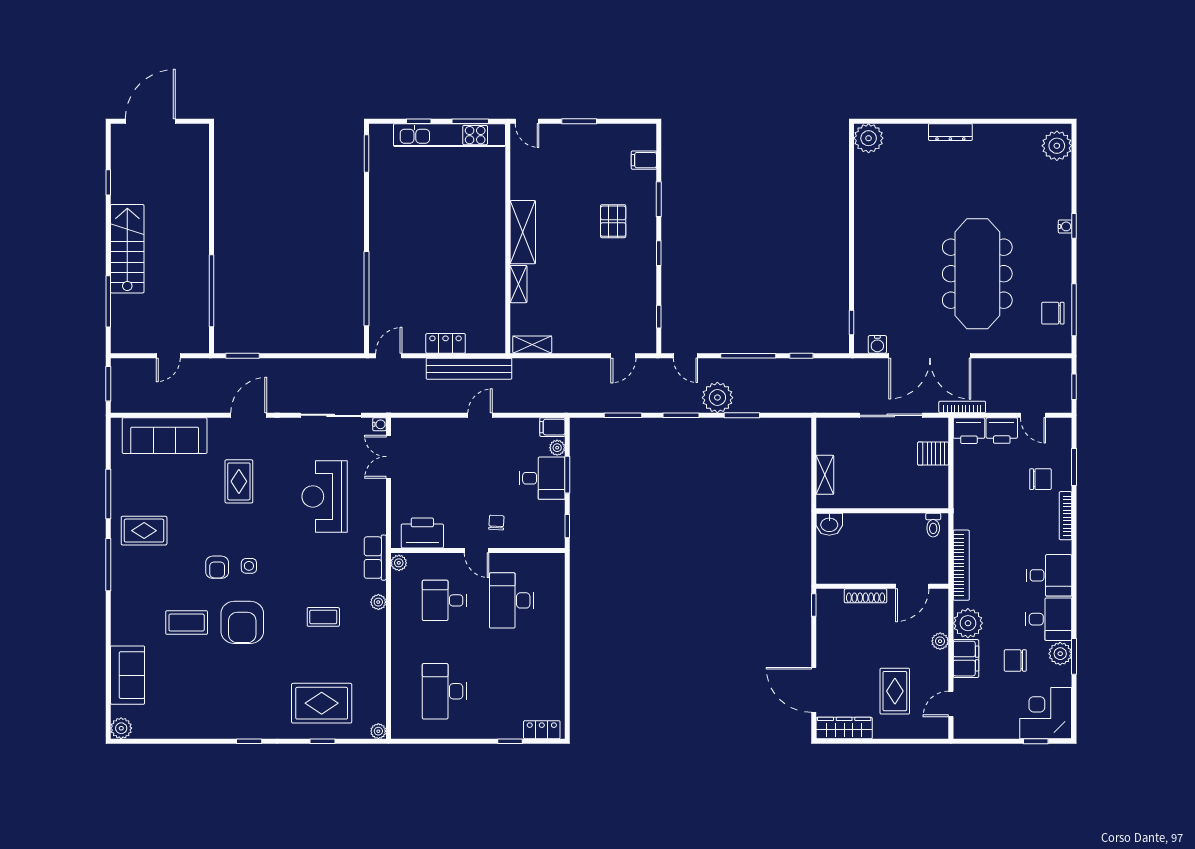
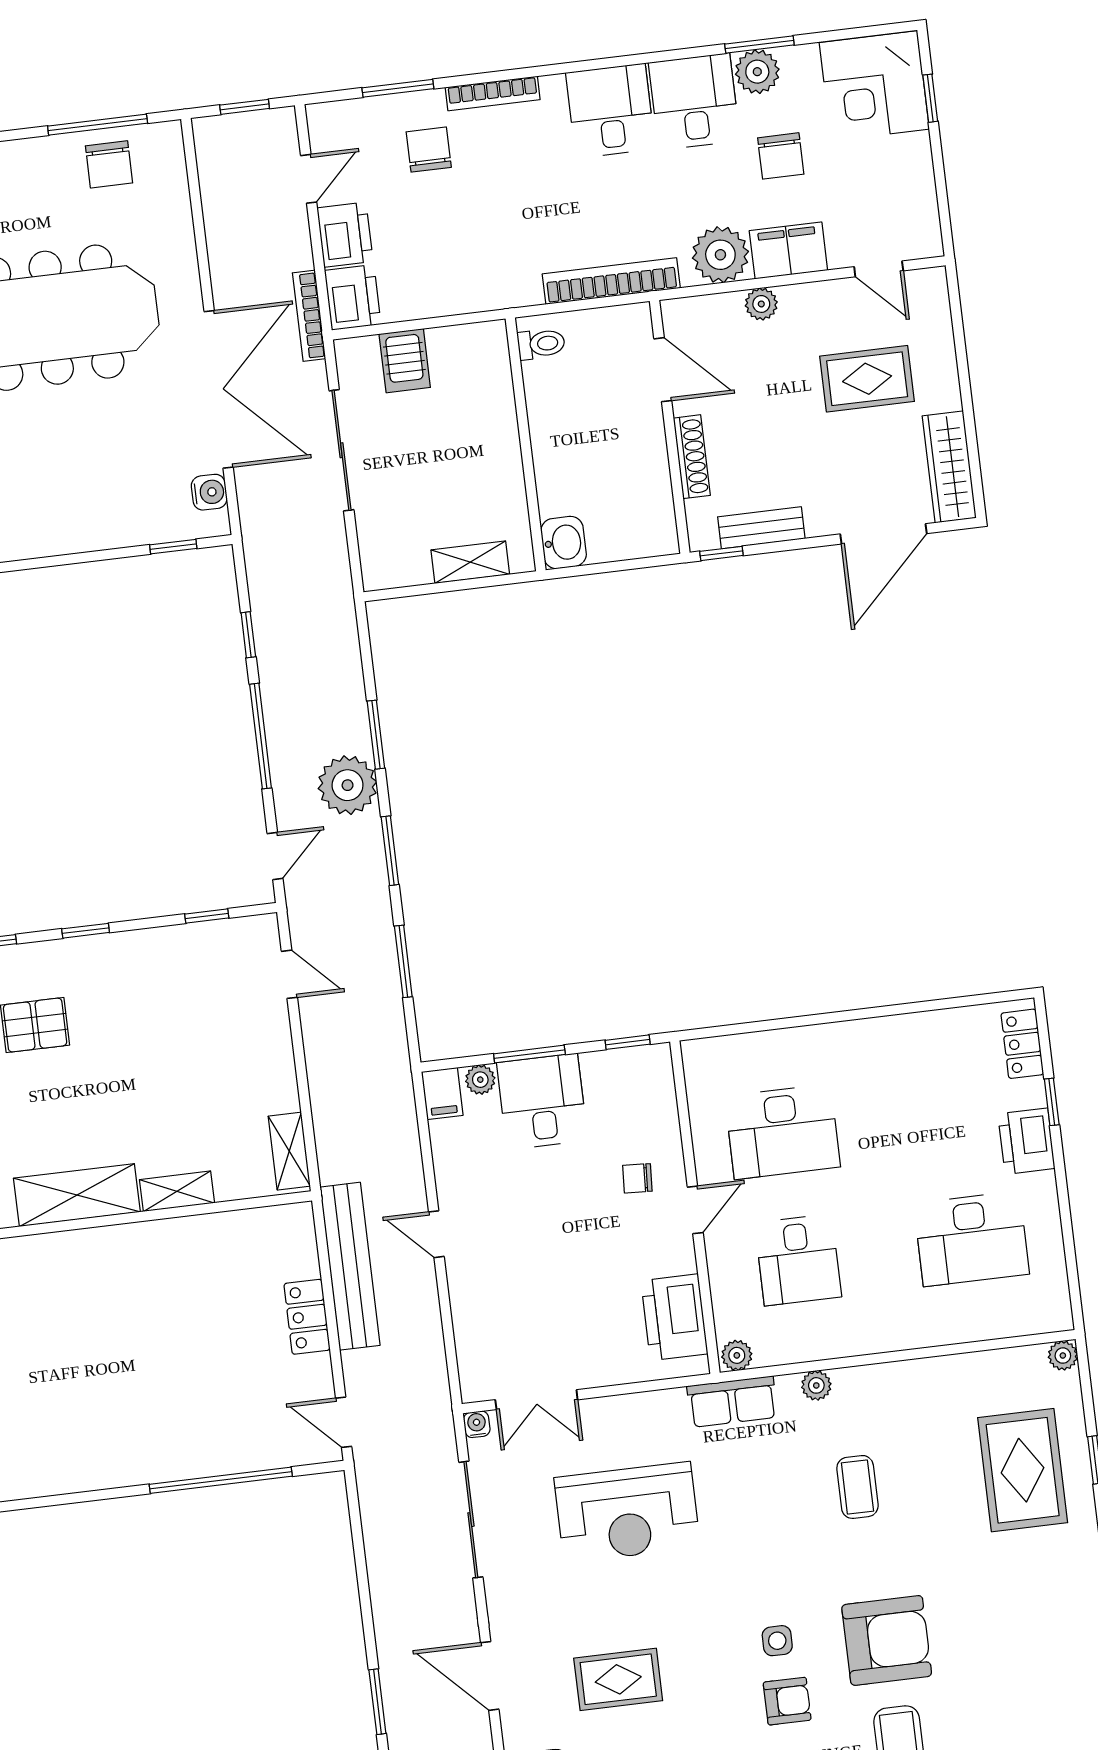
bench: (825, 627) -> (761, 528), added
printer: (491, 726) -> (1026, 1141), added

